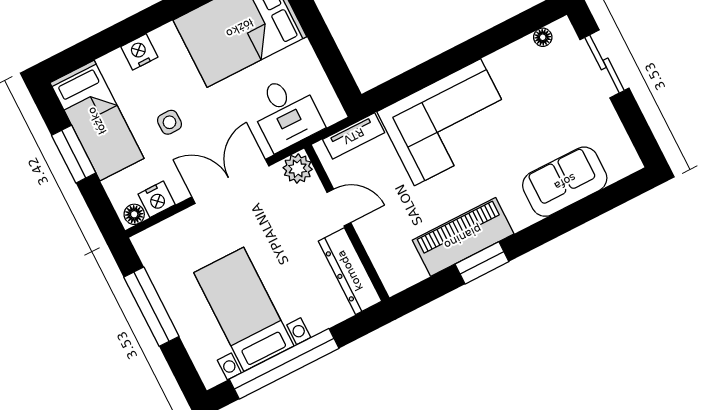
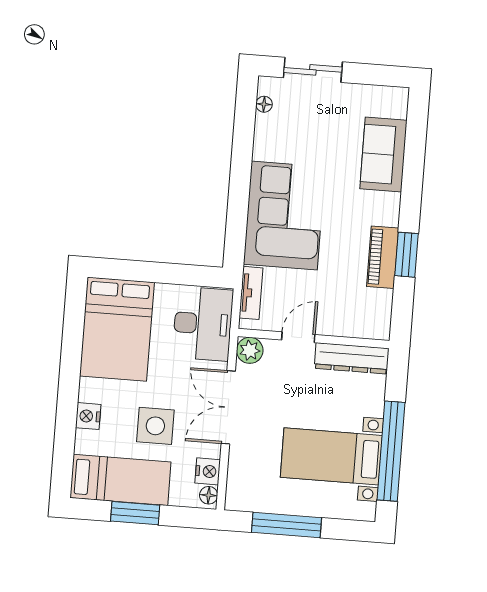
desk: (286, 113) -> (203, 324), width x1.37
side table: (169, 122) -> (155, 426), width x1.87, depth x1.87
piano: (463, 237) -> (383, 257), width x0.73, depth x0.75

